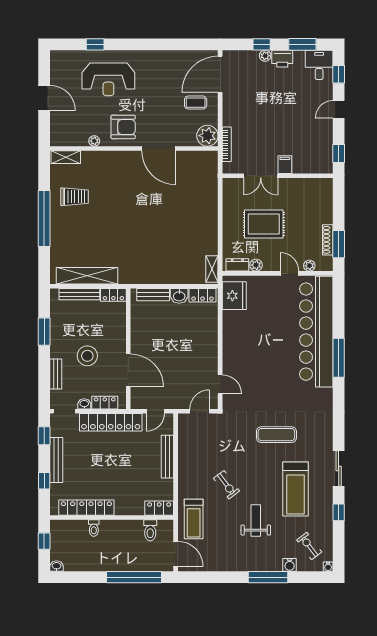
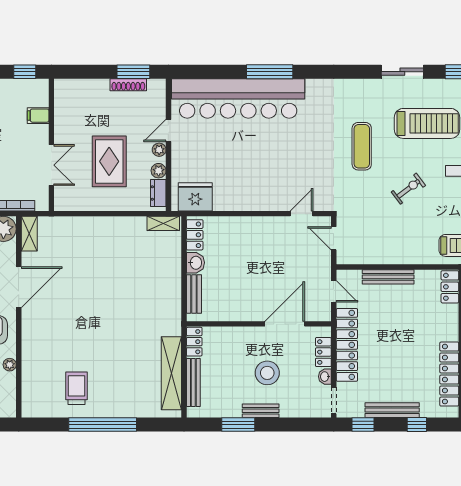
shelving: (66, 157) -> (29, 234), moved
filing cabinet: (285, 165) -> (38, 116), moved
plant: (309, 266) -> (159, 150), moved
bench: (56, 374) -> (261, 411), moved
exercise bike: (226, 485) -> (408, 189), moved

